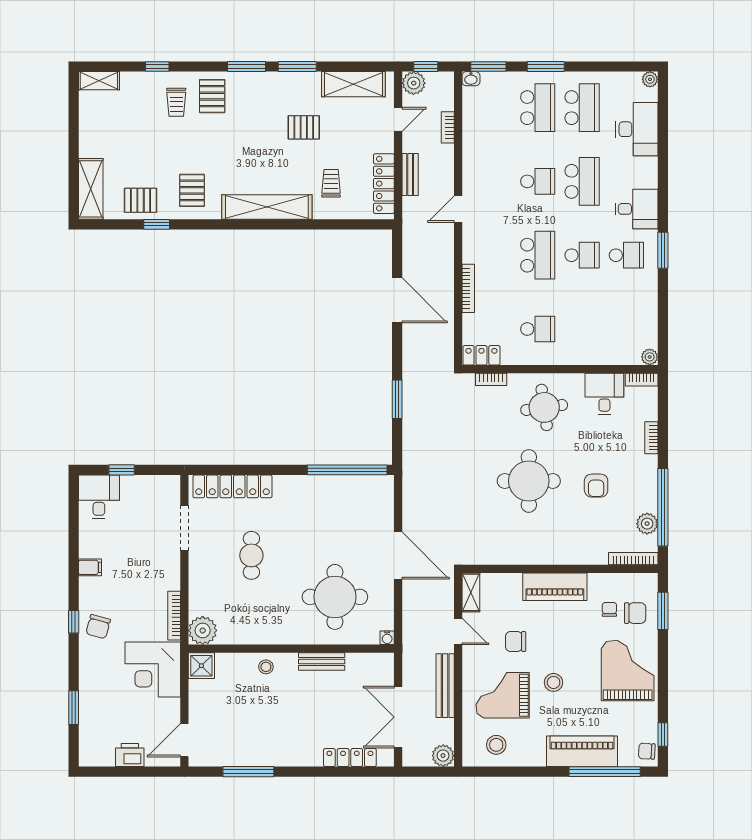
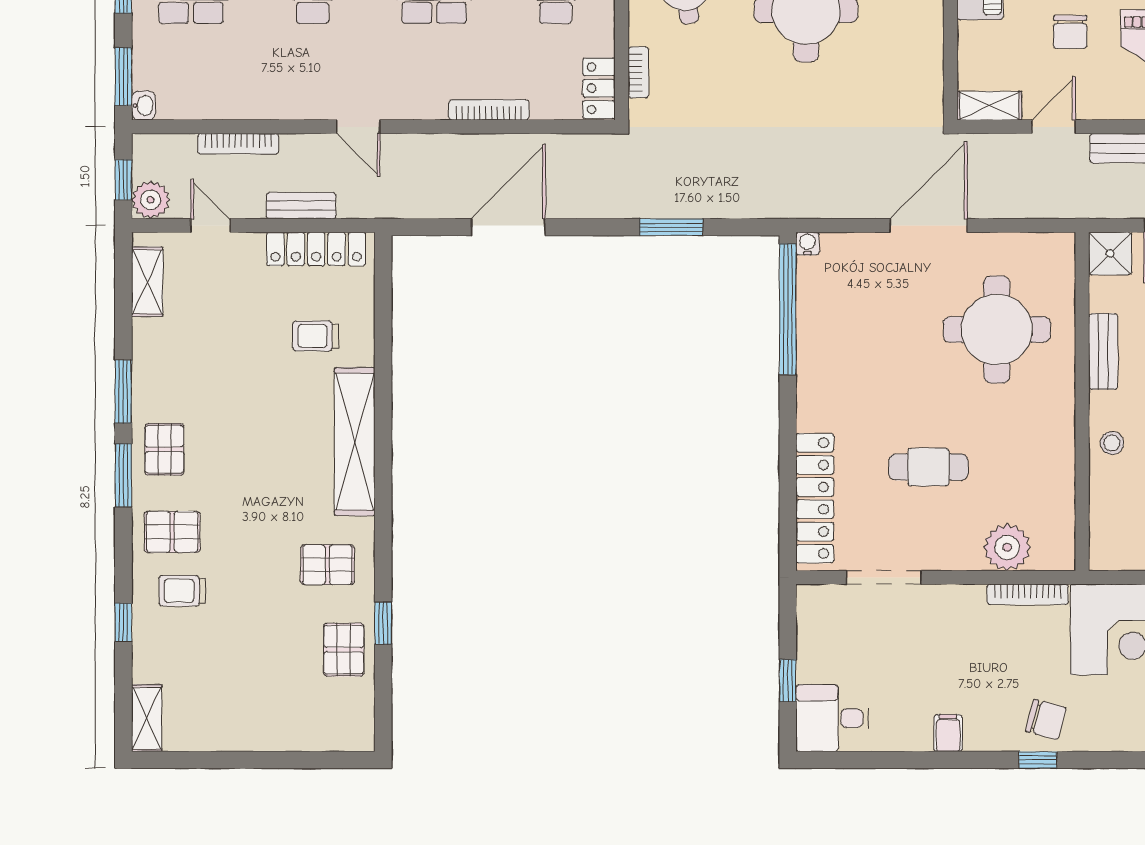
shelving: (353, 84) -> (147, 282), width x0.67, depth x0.75
trolley: (176, 102) -> (182, 591), turned 180
pallet: (304, 127) -> (164, 449), moved
bookcase: (448, 127) -> (238, 144), width x1.56
shelving: (91, 189) -> (325, 732), removed
plant: (203, 630) -> (1007, 547), moved
water cooler: (387, 638) -> (807, 244), moved, turned -90
shower: (201, 666) -> (1110, 253), moved

